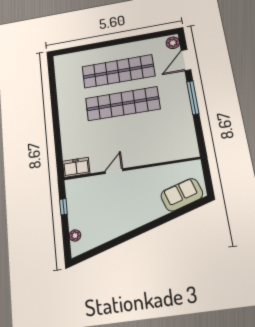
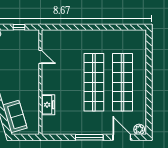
freezer: (76, 167) -> (48, 105), moved
door: (114, 171) -> (40, 57), moved

